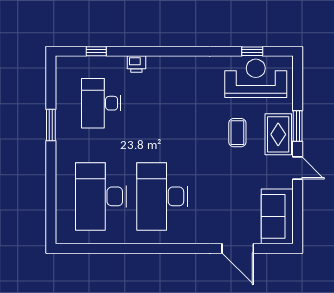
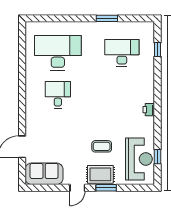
printer: (136, 64) -> (149, 110), moved
desk: (162, 196) -> (58, 95), width x0.53, depth x0.77

